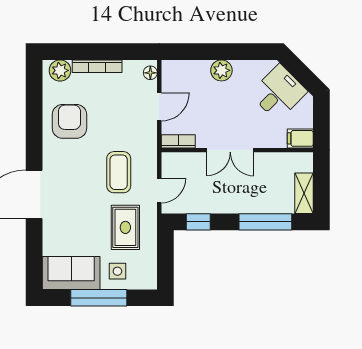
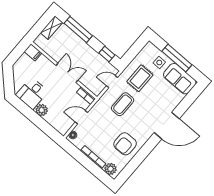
desk: (278, 93) -> (32, 93), moved, turned -45

